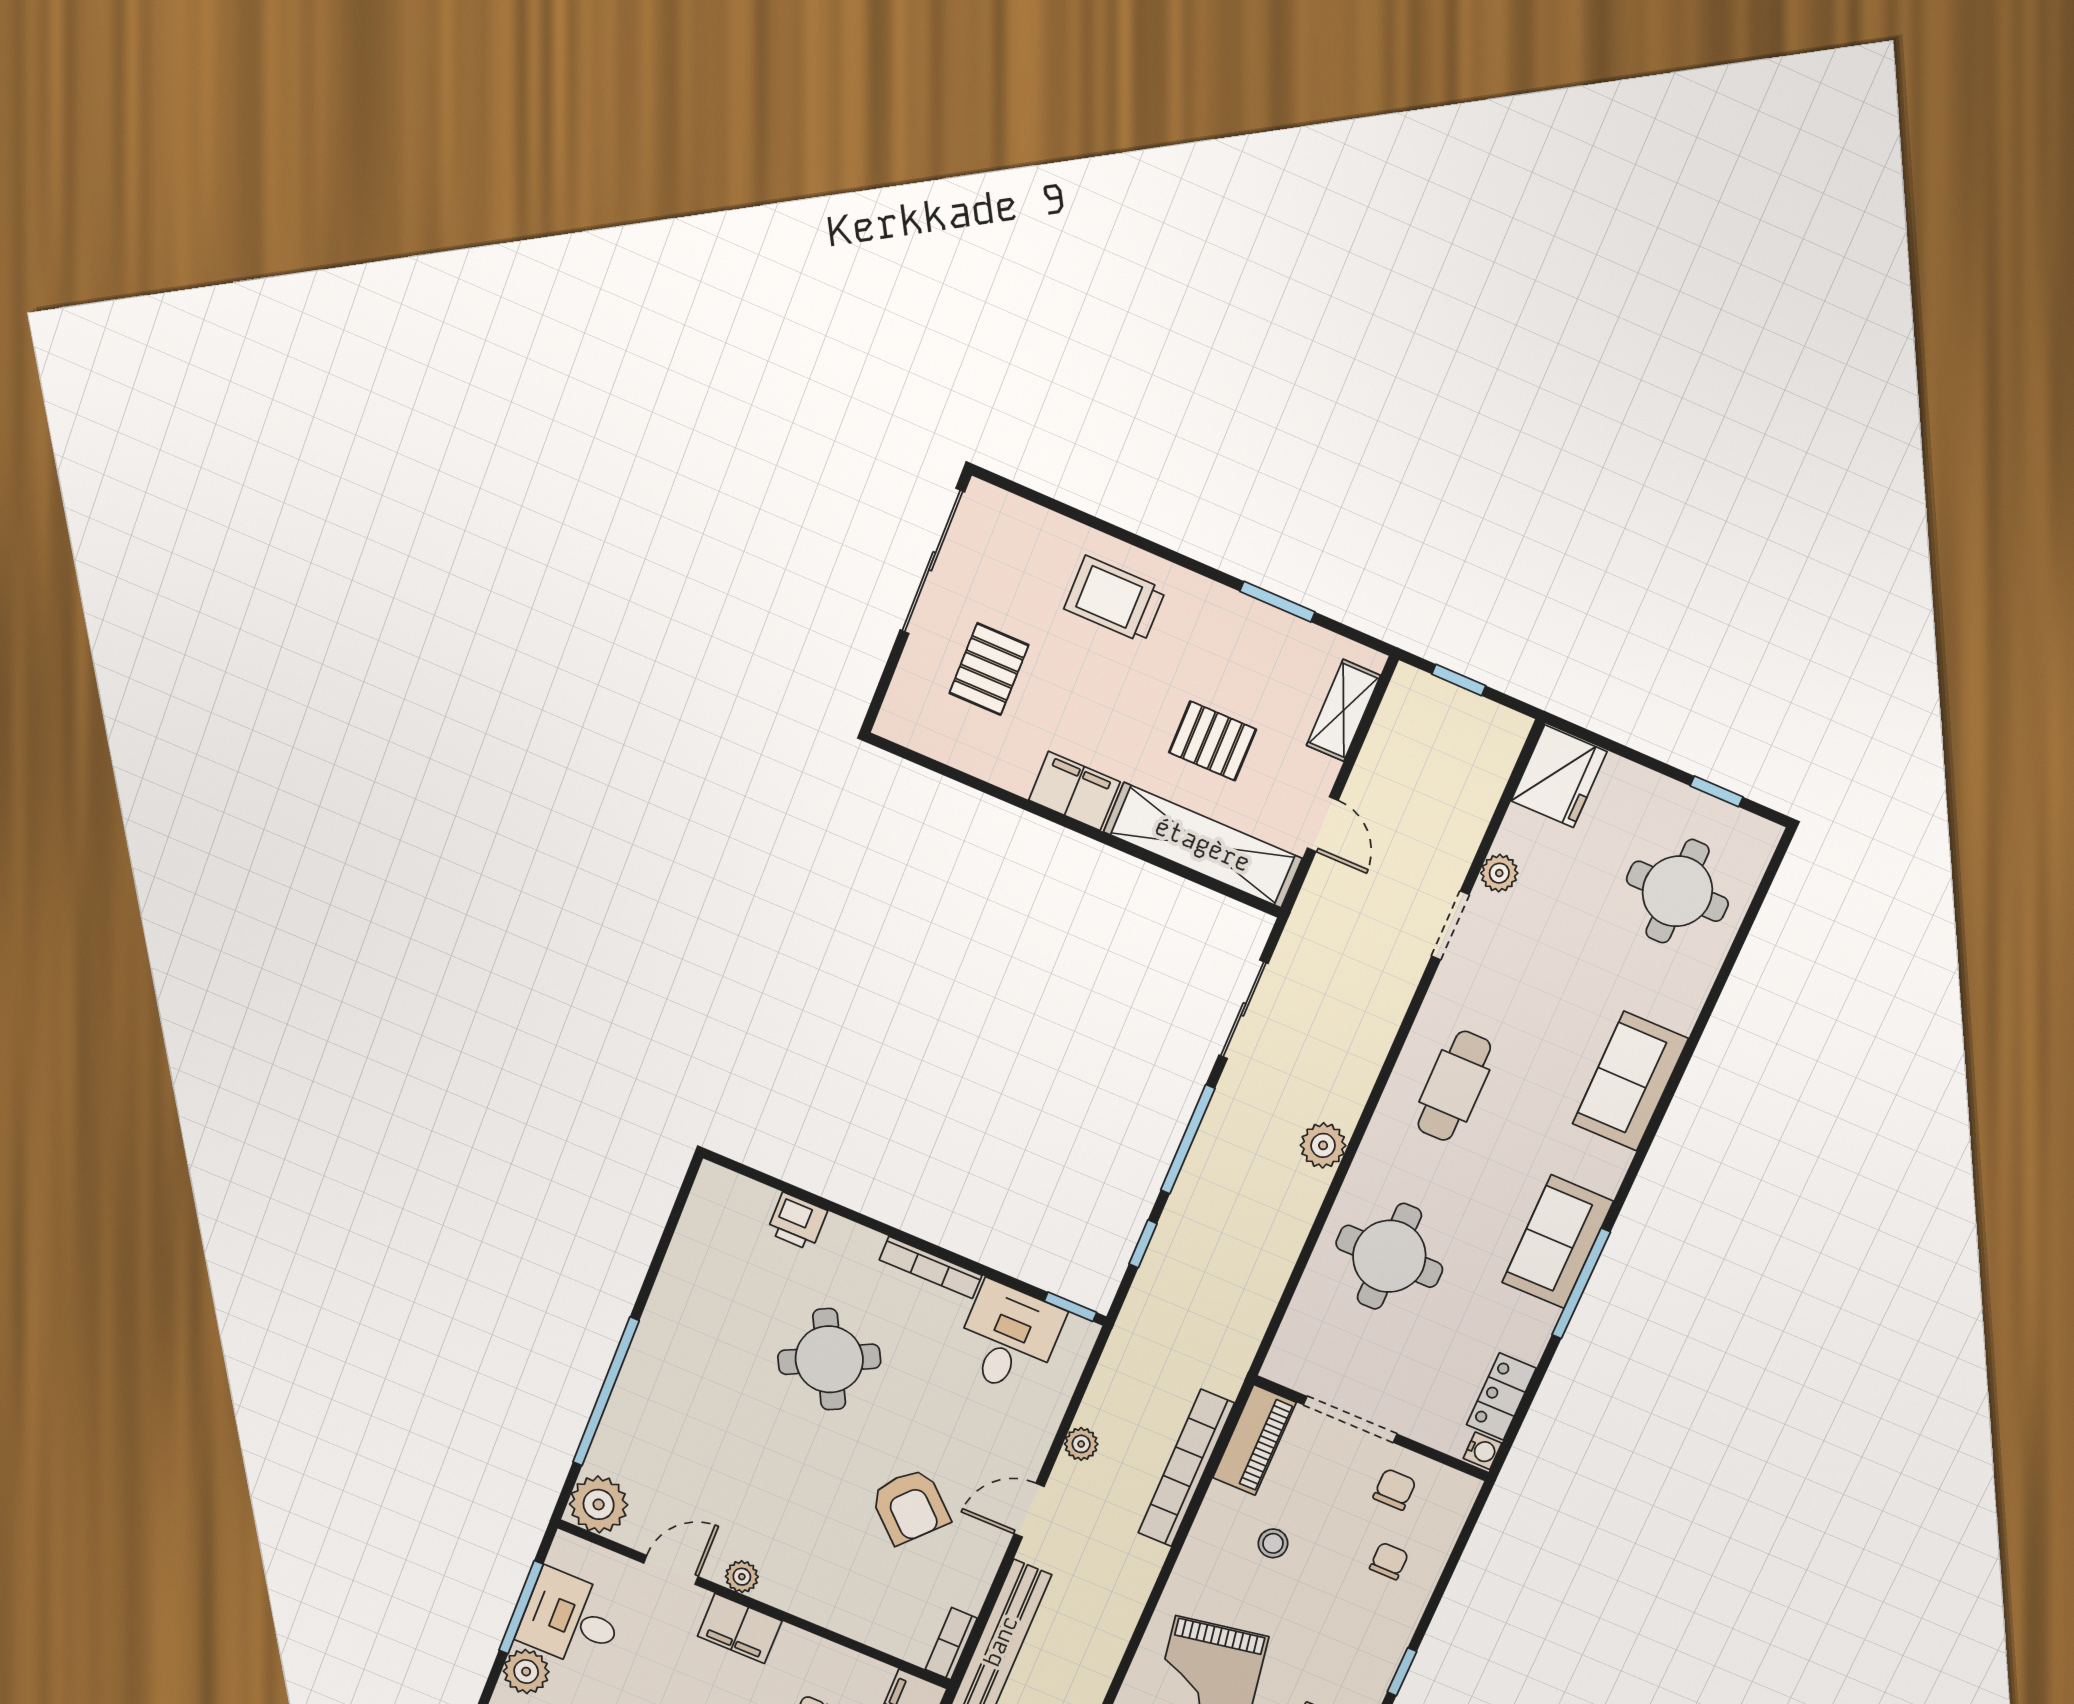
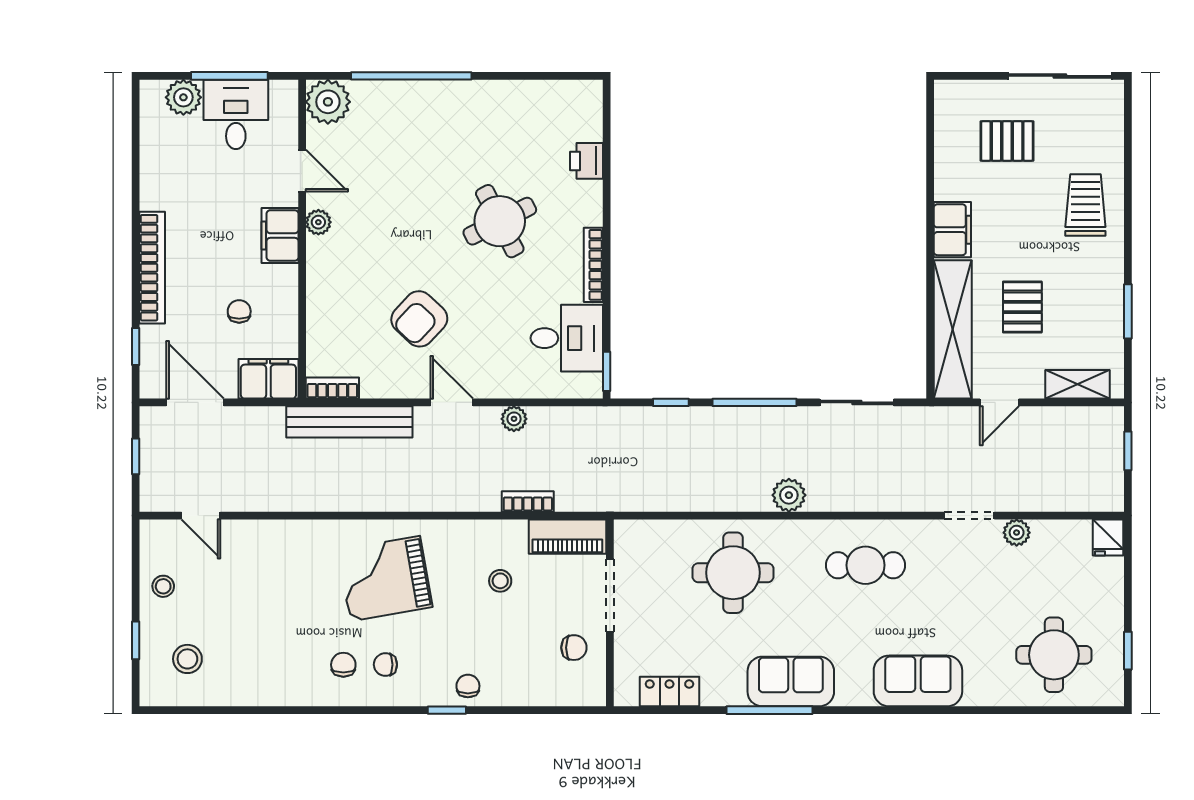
fridge: (1559, 776) -> (1108, 537), width x0.53, depth x0.75
water cooler: (1482, 1451) -> (626, 696), removed
bookcase: (1186, 1468) -> (528, 501), width x0.43, depth x0.76
chair: (1389, 1561) -> (468, 686), moved, turned -90

